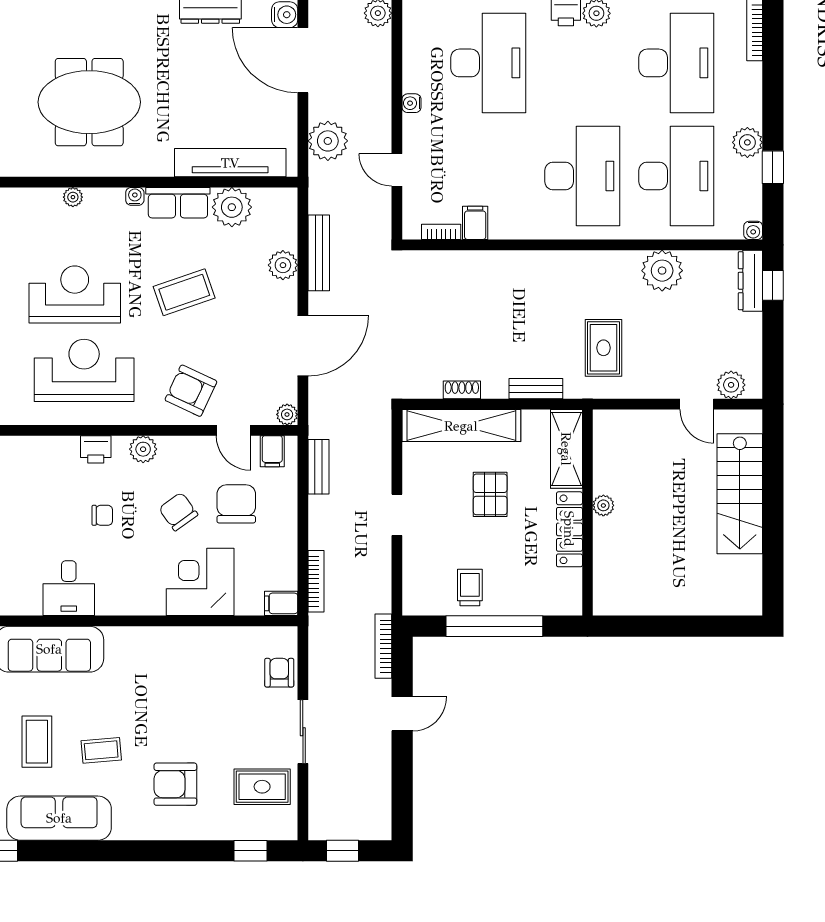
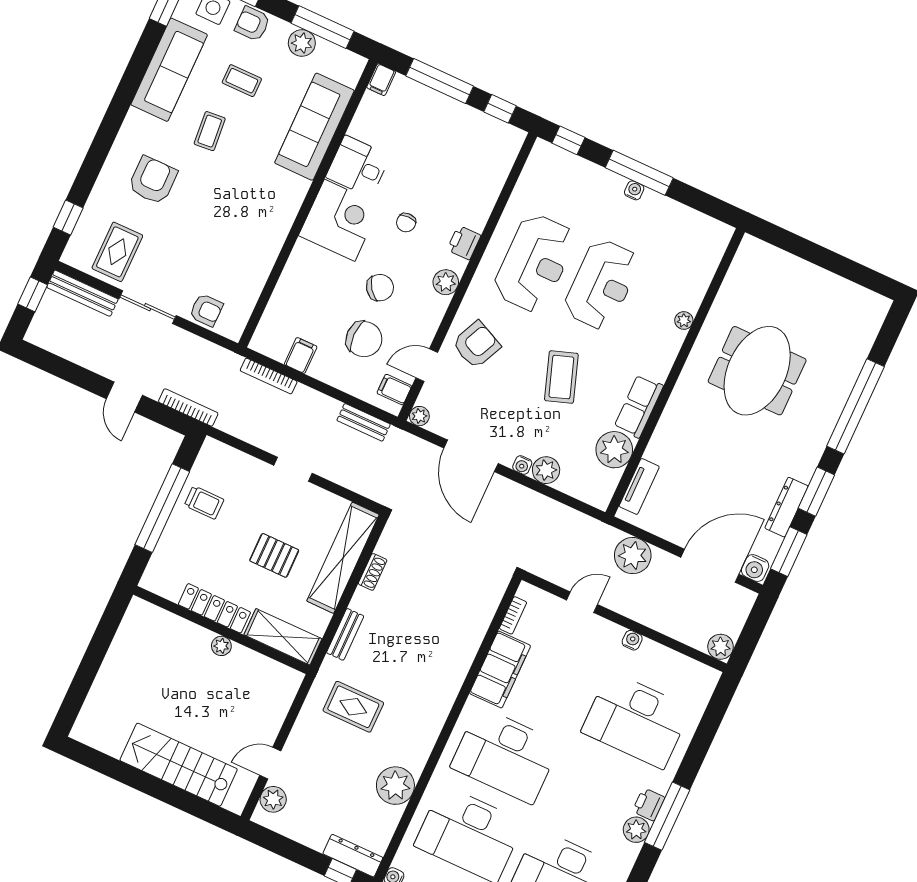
tv unit: (230, 163) -> (639, 486), width x0.52, depth x0.78
water cooler: (135, 196) -> (522, 465), moved, turned 90
filing cabinet: (475, 223) -> (500, 669), width x3.00, depth x1.17
bench: (319, 253) -> (82, 293), moved
corner desk: (200, 582) -> (340, 220), moved
filing cabinet: (281, 603) -> (301, 355), moved
coffee table: (37, 742) -> (242, 81), width x0.73, depth x0.77

